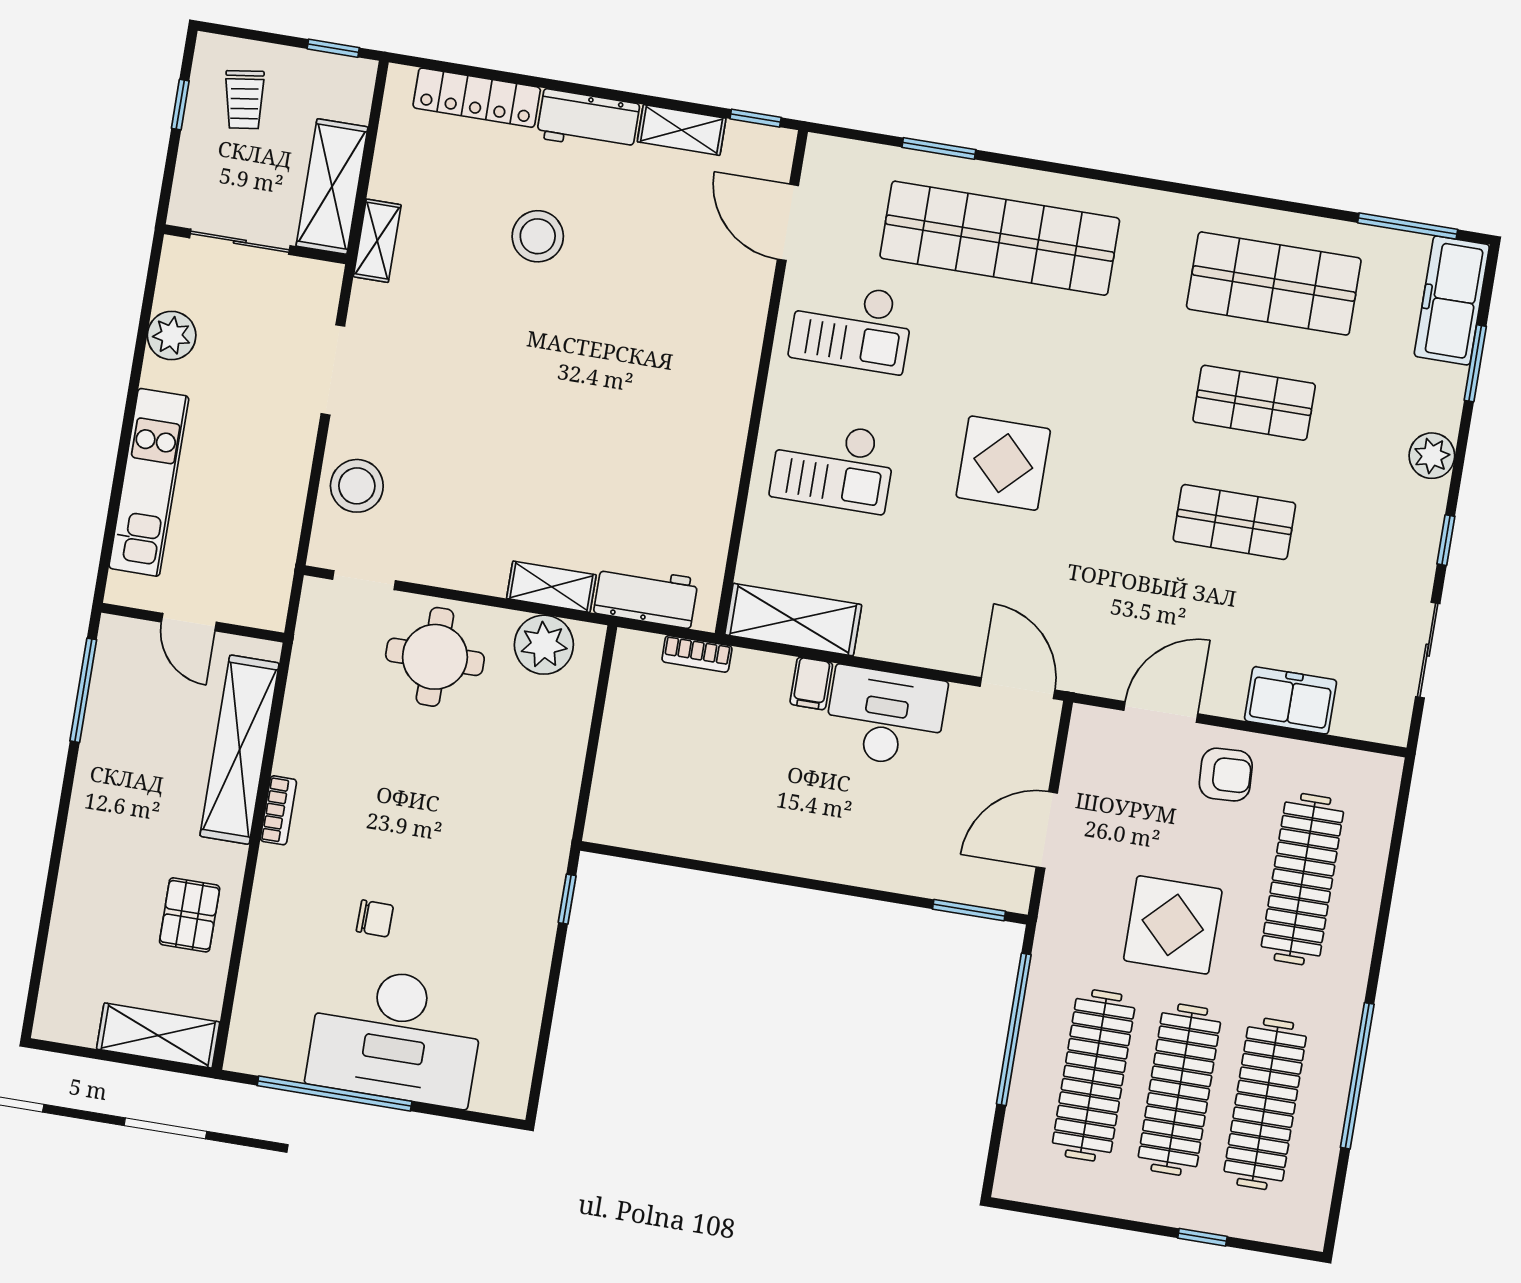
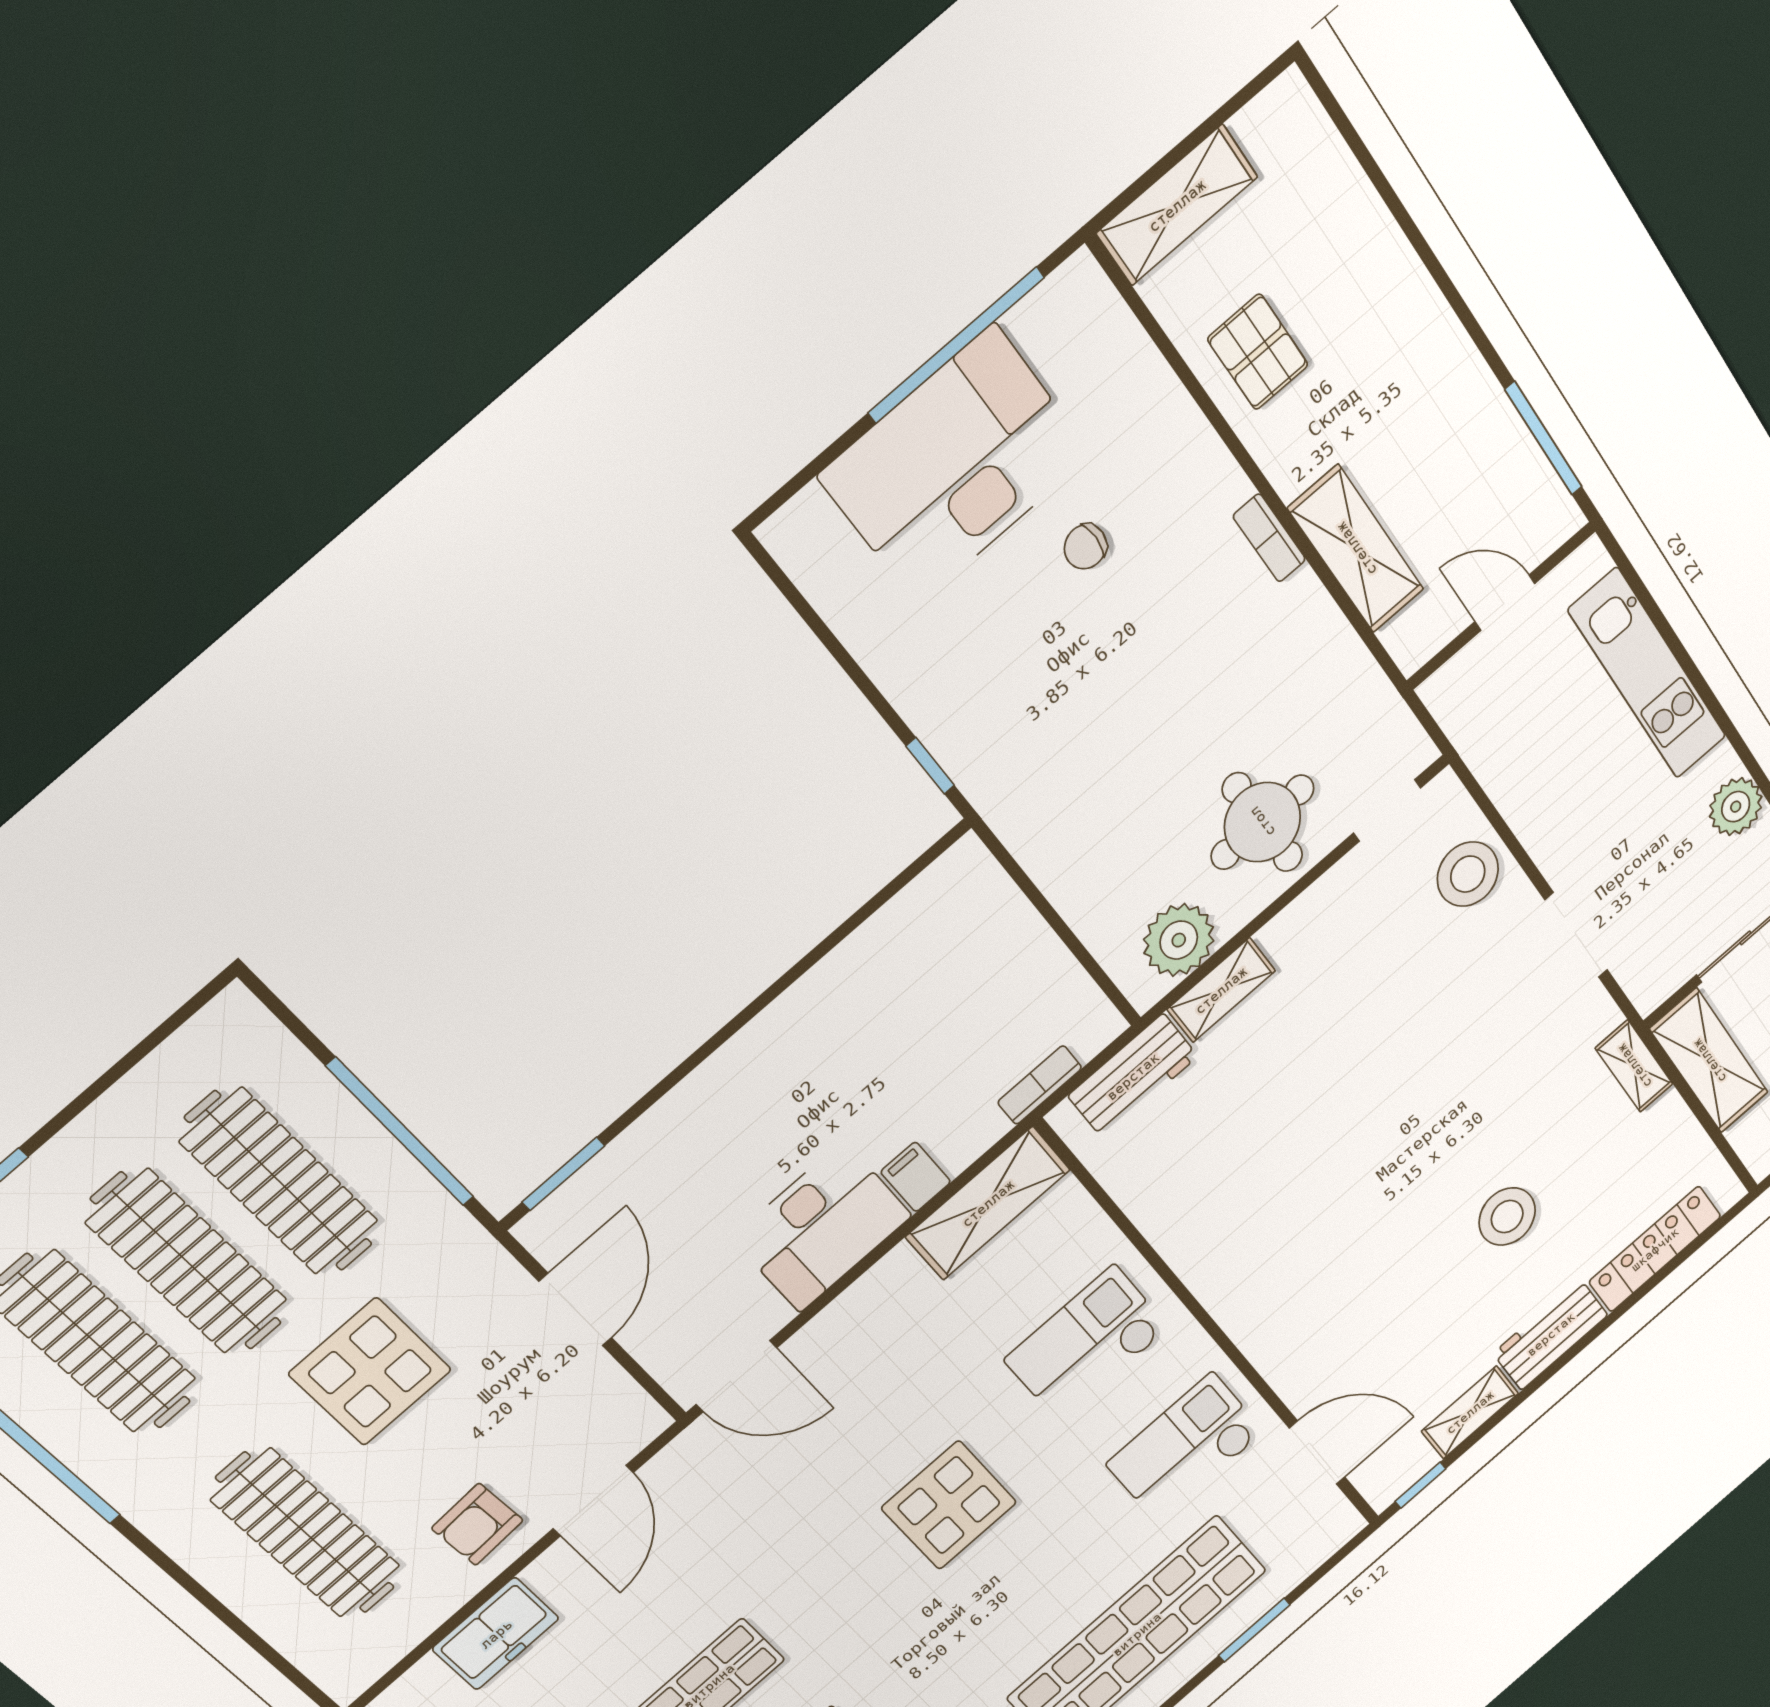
shelving: (240, 750) -> (1356, 549), width x0.68

